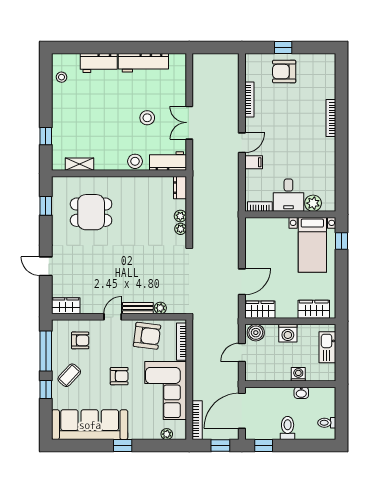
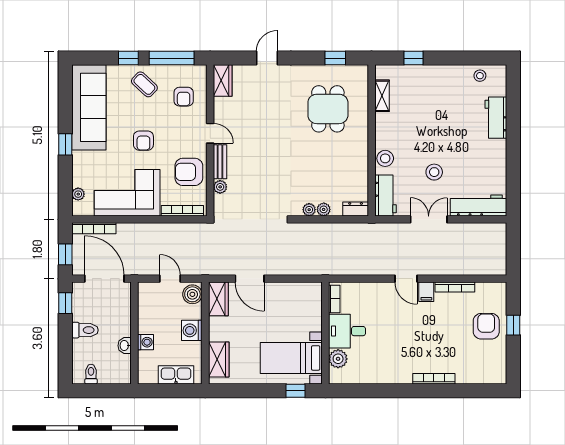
workbench: (143, 63) -> (478, 206), moved, turned 90
filing cabinet: (254, 162) -> (426, 292), moved
armchair: (147, 336) -> (189, 172), turned 83

